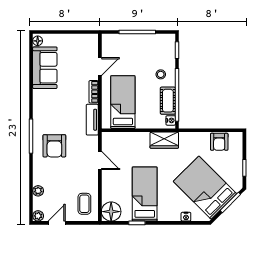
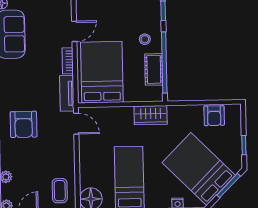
bed: (123, 102) -> (102, 72), width x1.50
nightstand: (171, 120) -> (158, 92), removed
door: (100, 160) -> (76, 124), moved

